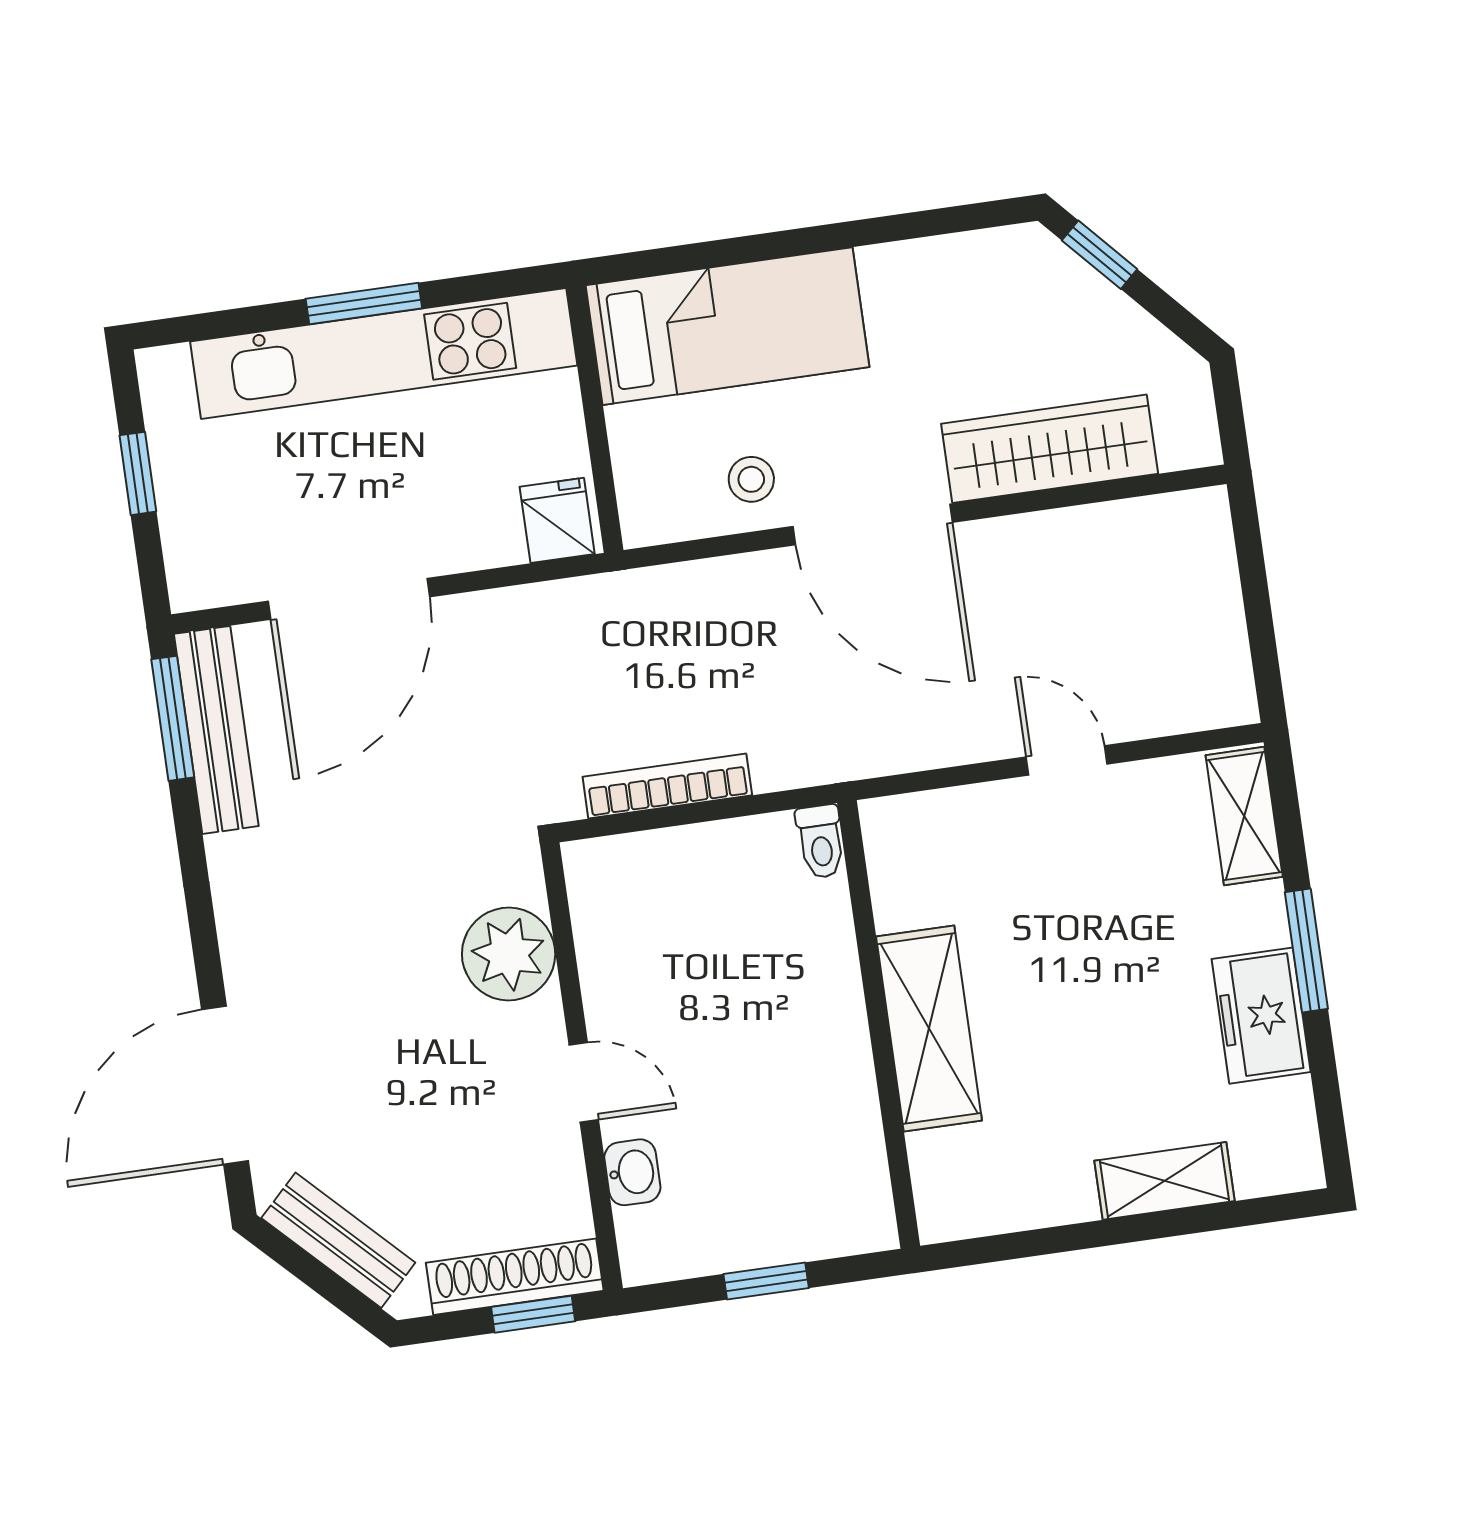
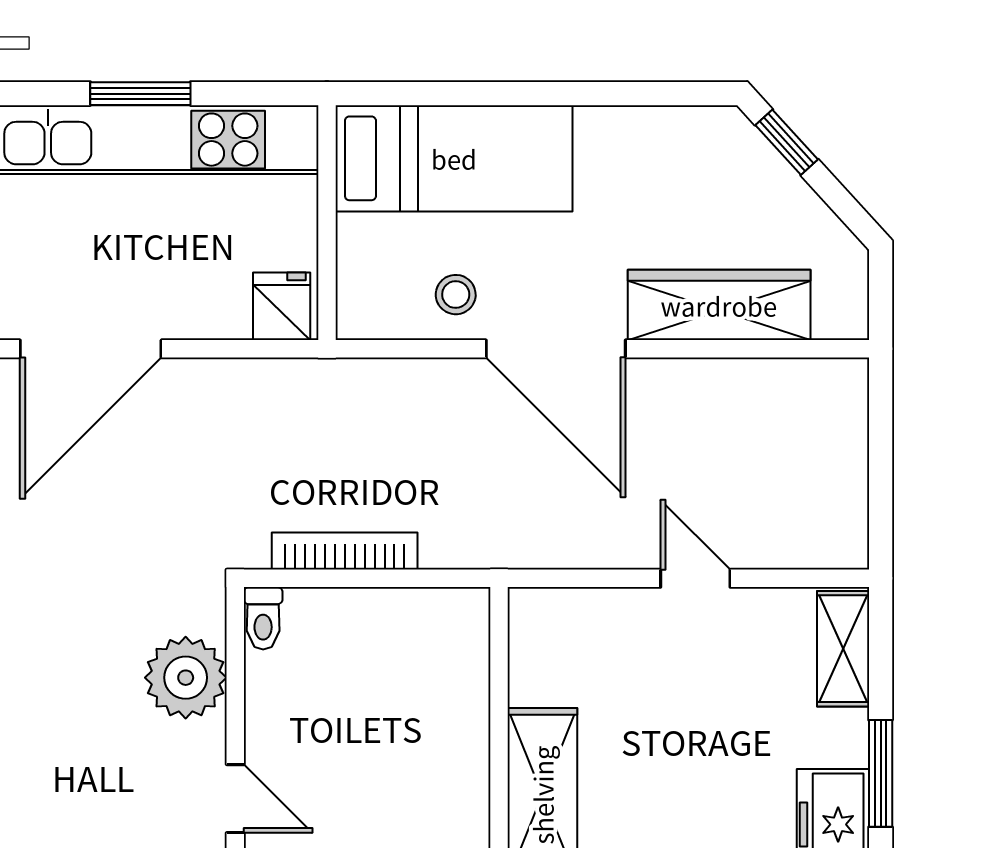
toilet: (821, 841) -> (263, 618), moved

